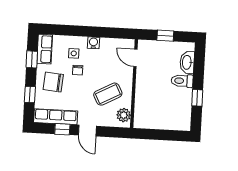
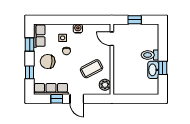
washbasin: (187, 62) -> (153, 70), moved

